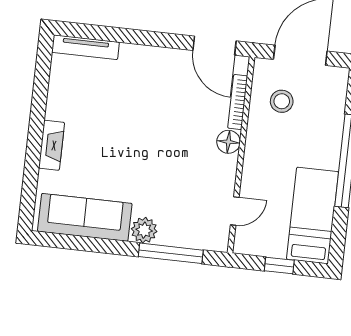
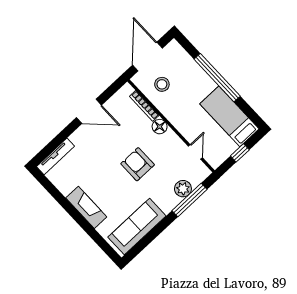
door: (214, 46) -> (89, 111), moved
fireplace: (51, 145) -> (86, 207), width x1.37, depth x1.32
armchair: (160, 154) -> (138, 164), added
plant: (144, 230) -> (183, 189), moved

